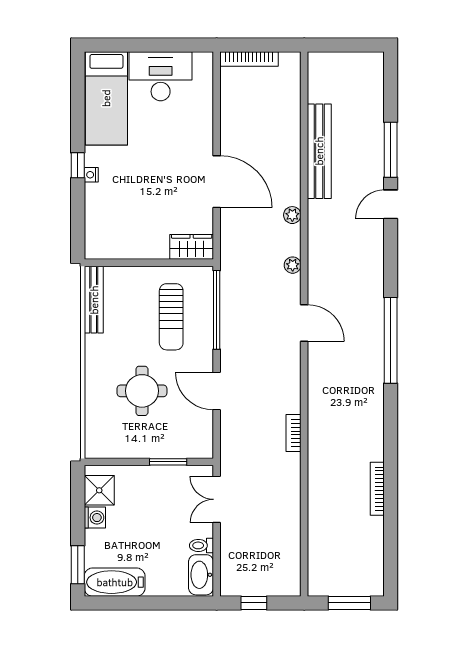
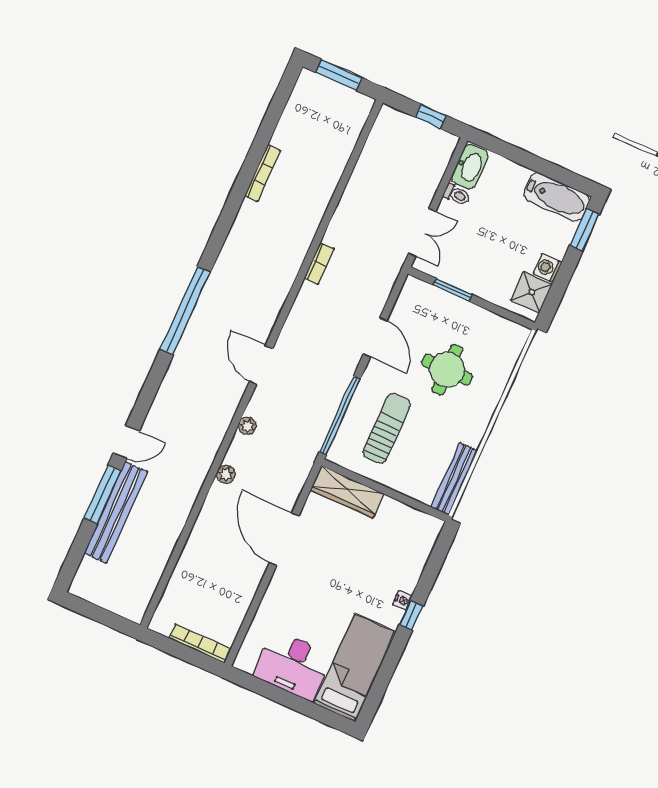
bench: (319, 151) -> (116, 512), moved
wardrobe: (192, 247) -> (347, 492), width x1.50

